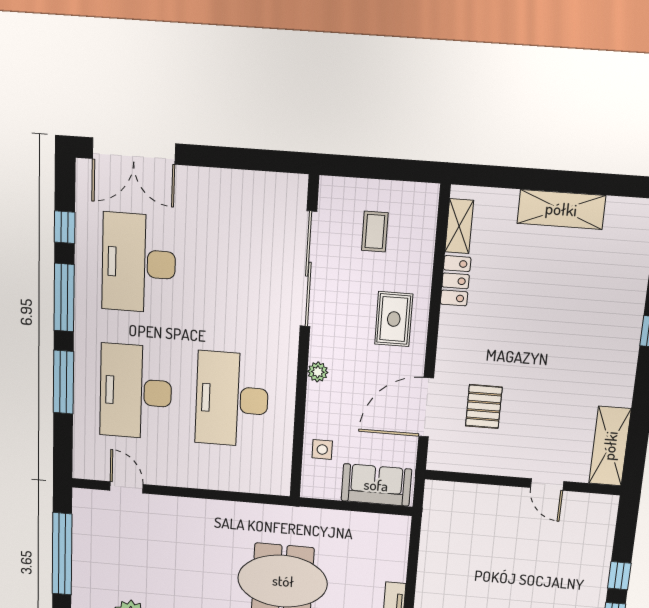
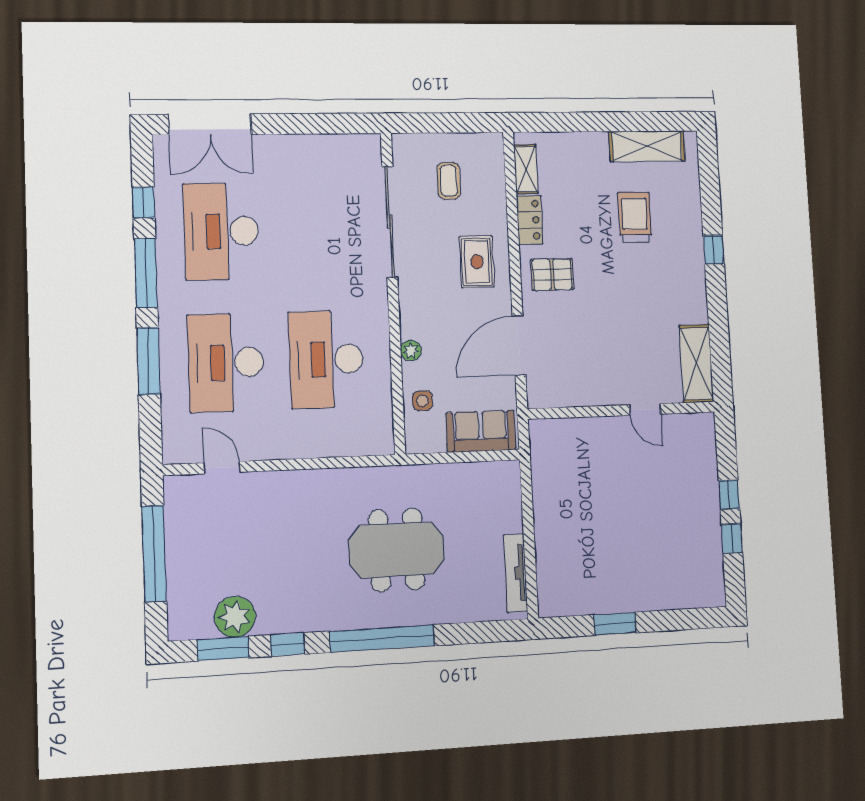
shelving: (561, 209) -> (647, 146), moved
trolley: (570, 289) -> (635, 217), added
plant: (318, 372) -> (411, 351), moved
pallet: (484, 406) -> (552, 275), moved, turned 90

